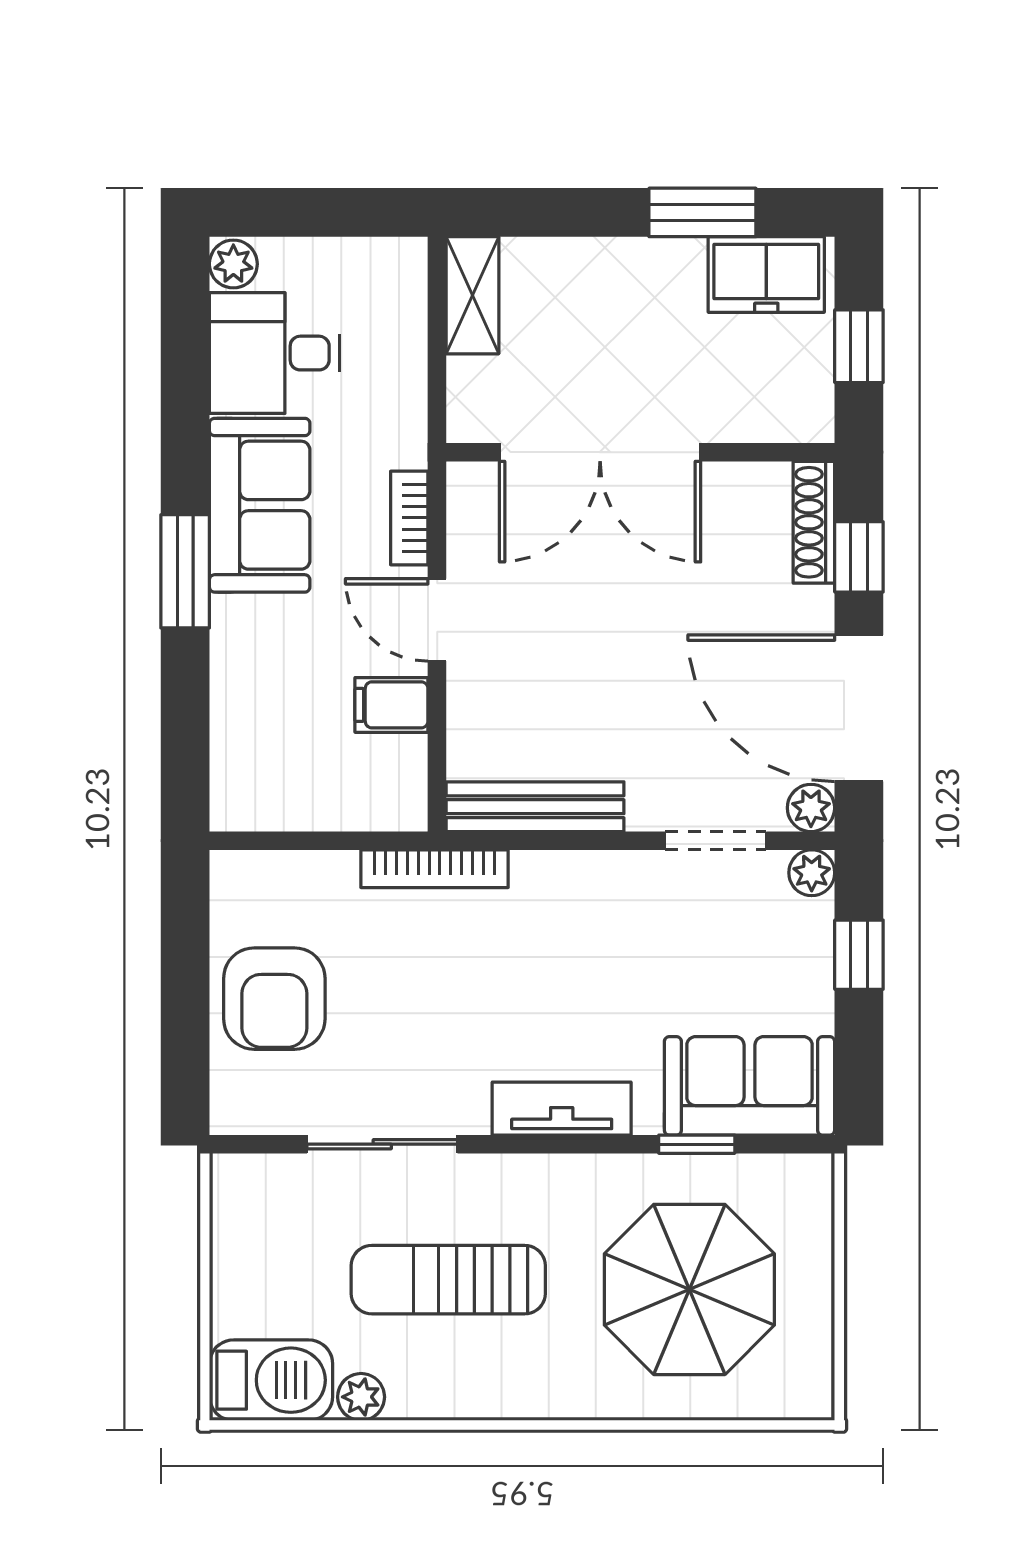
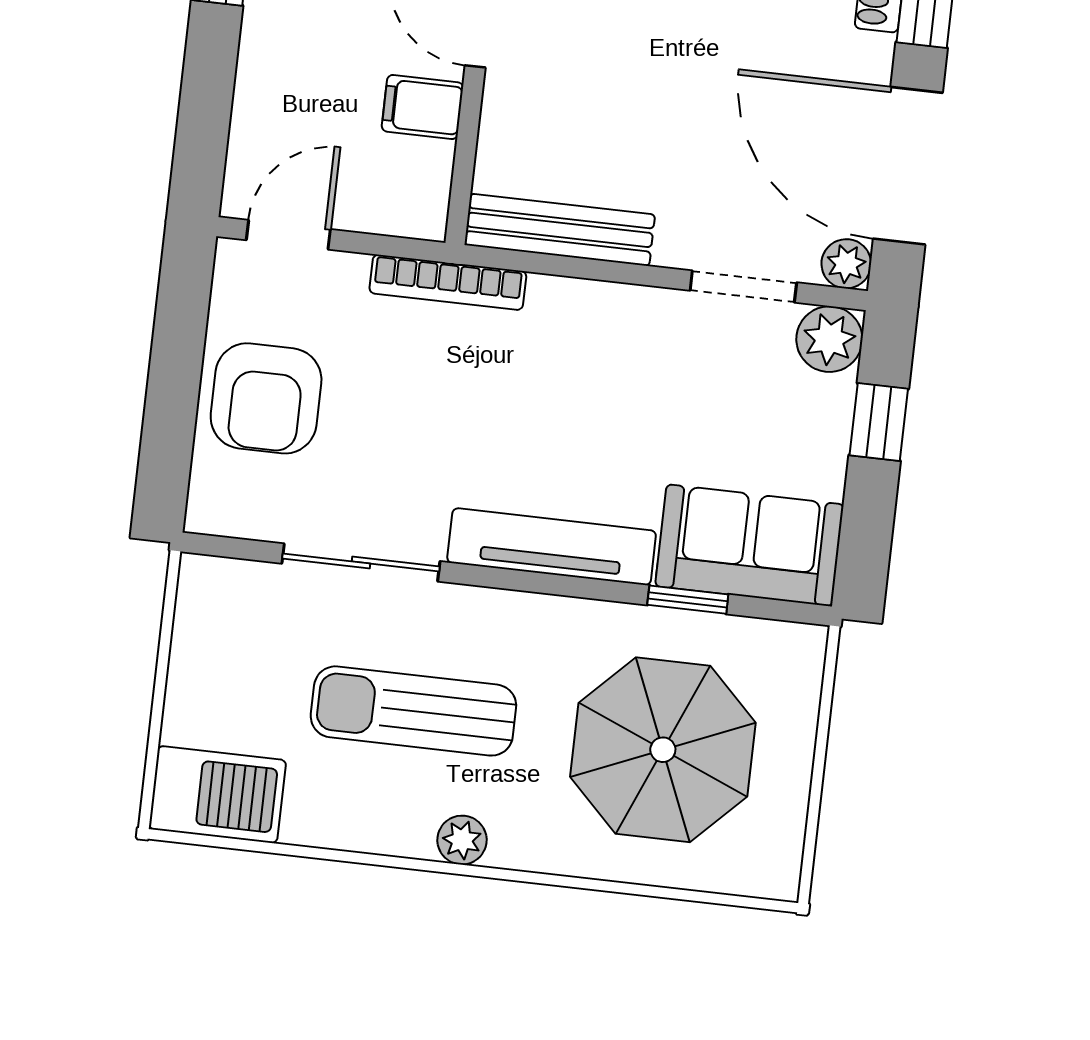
door: (278, 841) -> (288, 235), added
plant: (812, 873) -> (829, 339), width x1.38, depth x1.38
tv unit: (562, 1109) -> (552, 547), width x1.41
plant: (361, 1397) -> (462, 840), moved

